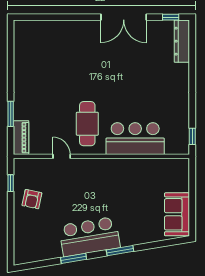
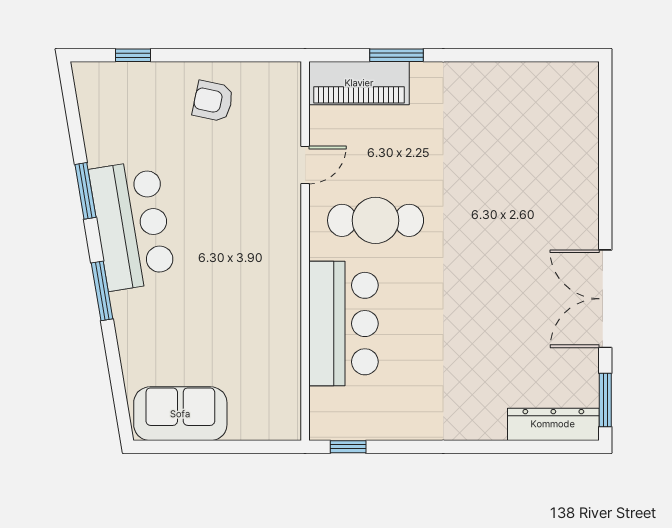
window: (171, 17) -> (605, 400), width x1.50
piano: (21, 138) -> (359, 83), width x1.37, depth x1.33
window: (11, 183) -> (133, 55), moved

